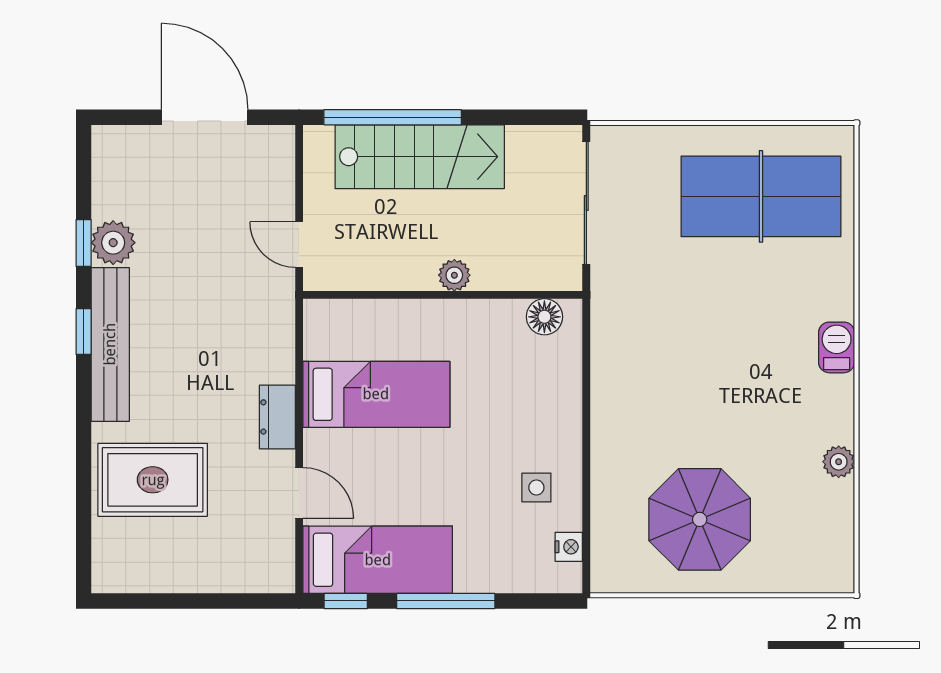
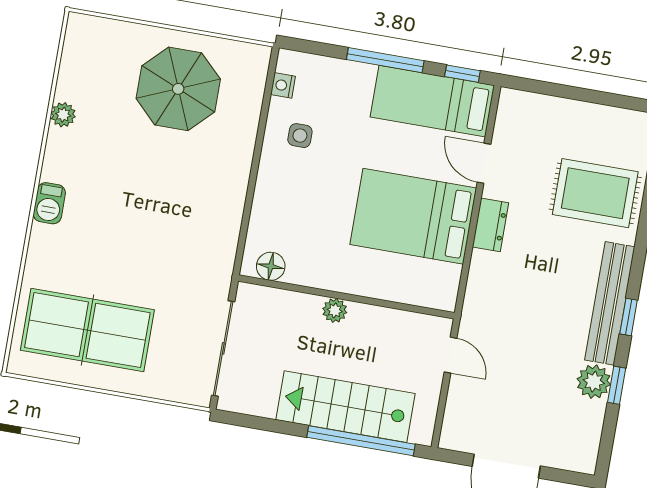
bed: (376, 394) -> (413, 216), width x1.50

